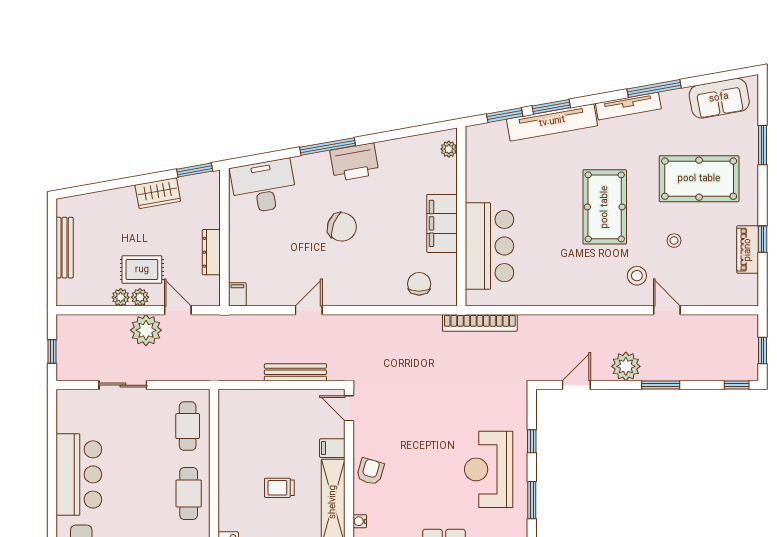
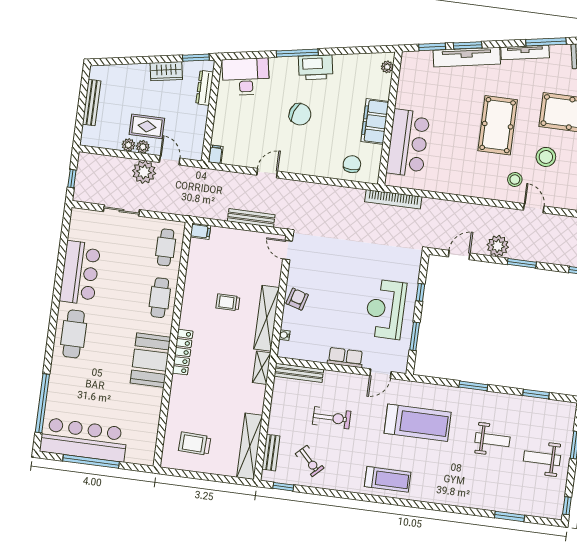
stool: (674, 241) -> (546, 157), width x1.89, depth x1.89
dresser: (211, 252) -> (205, 88), moved
filing cabinet: (332, 448) -> (200, 231), moved, turned 180

